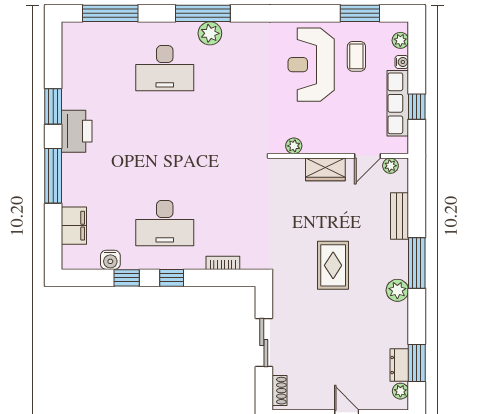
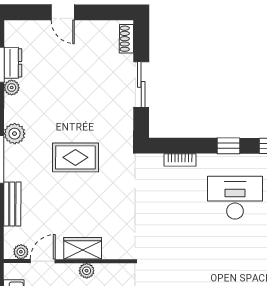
plant: (294, 146) -> (87, 271), moved
rug: (333, 265) -> (75, 157), turned 90
plant: (400, 391) -> (12, 88), moved

